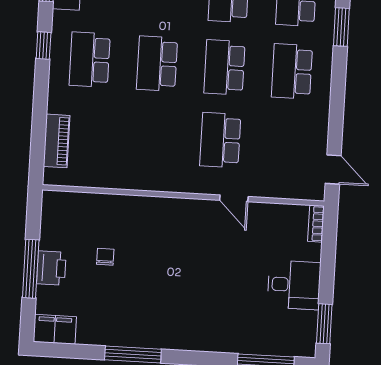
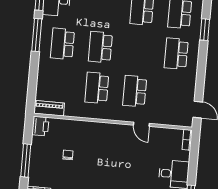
window: (44, 45) -> (37, 35), width x2.17
school desk: (224, 67) -> (97, 88), moved
piano: (57, 141) -> (49, 108), moved, turned -90
printer: (51, 268) -> (40, 126), moved

